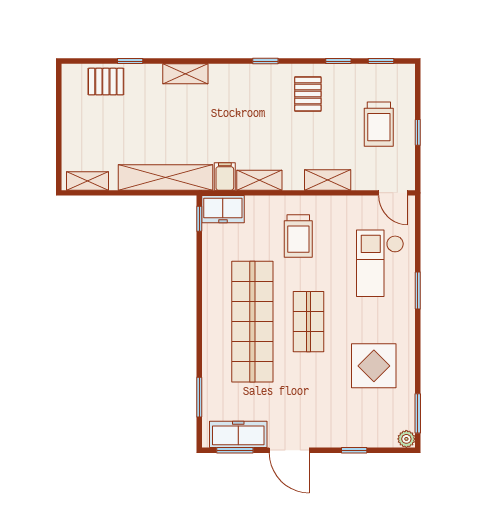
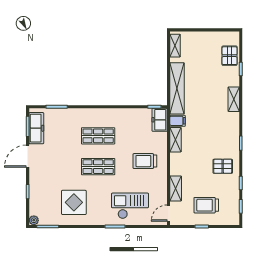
shelving: (328, 180) -> (176, 188), moved
shop shelf: (252, 322) -> (98, 136), width x0.50, depth x0.74

